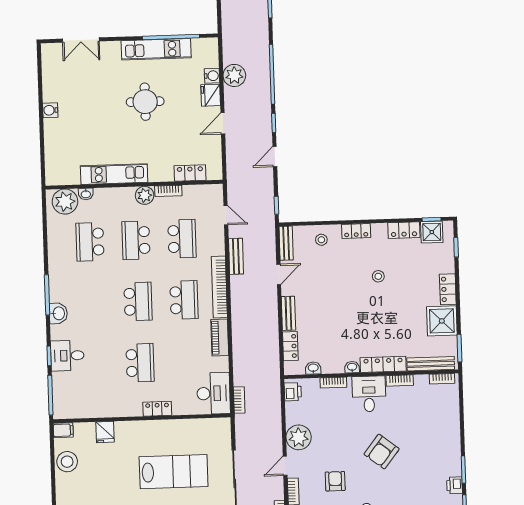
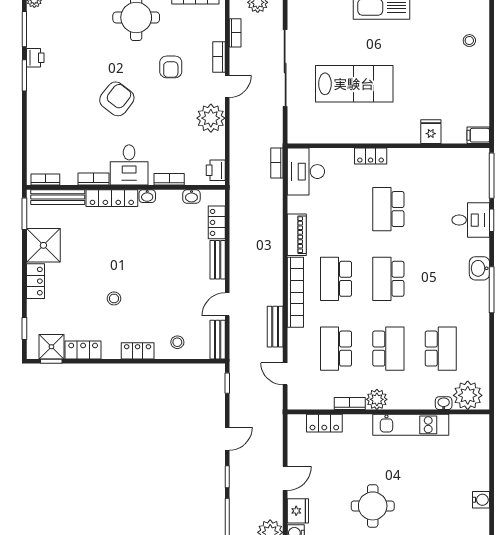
stool: (67, 462) -> (475, 99), removed
lab bench: (174, 472) -> (354, 84), turned 180

